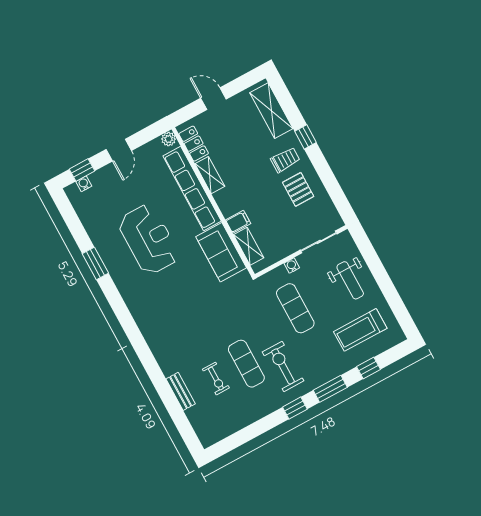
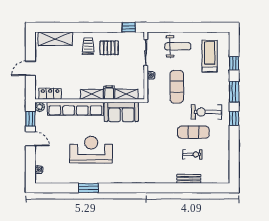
window: (305, 137) -> (129, 27), moved
window: (82, 170) -> (30, 119), moved
shelving: (210, 175) -> (92, 94), moved
exercise mat: (295, 308) -> (177, 87), turned 90
treadmill: (360, 330) -> (210, 56), turned 180

